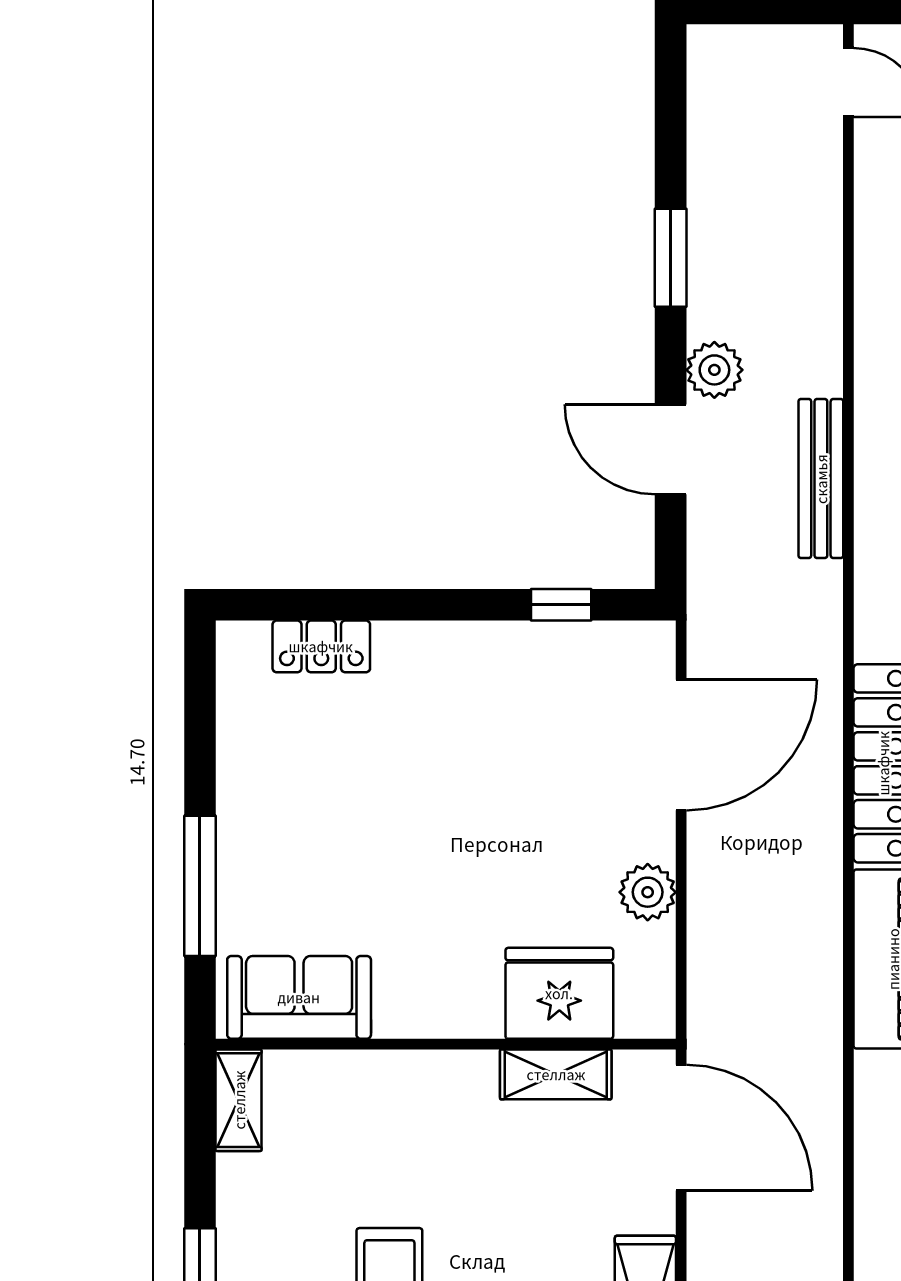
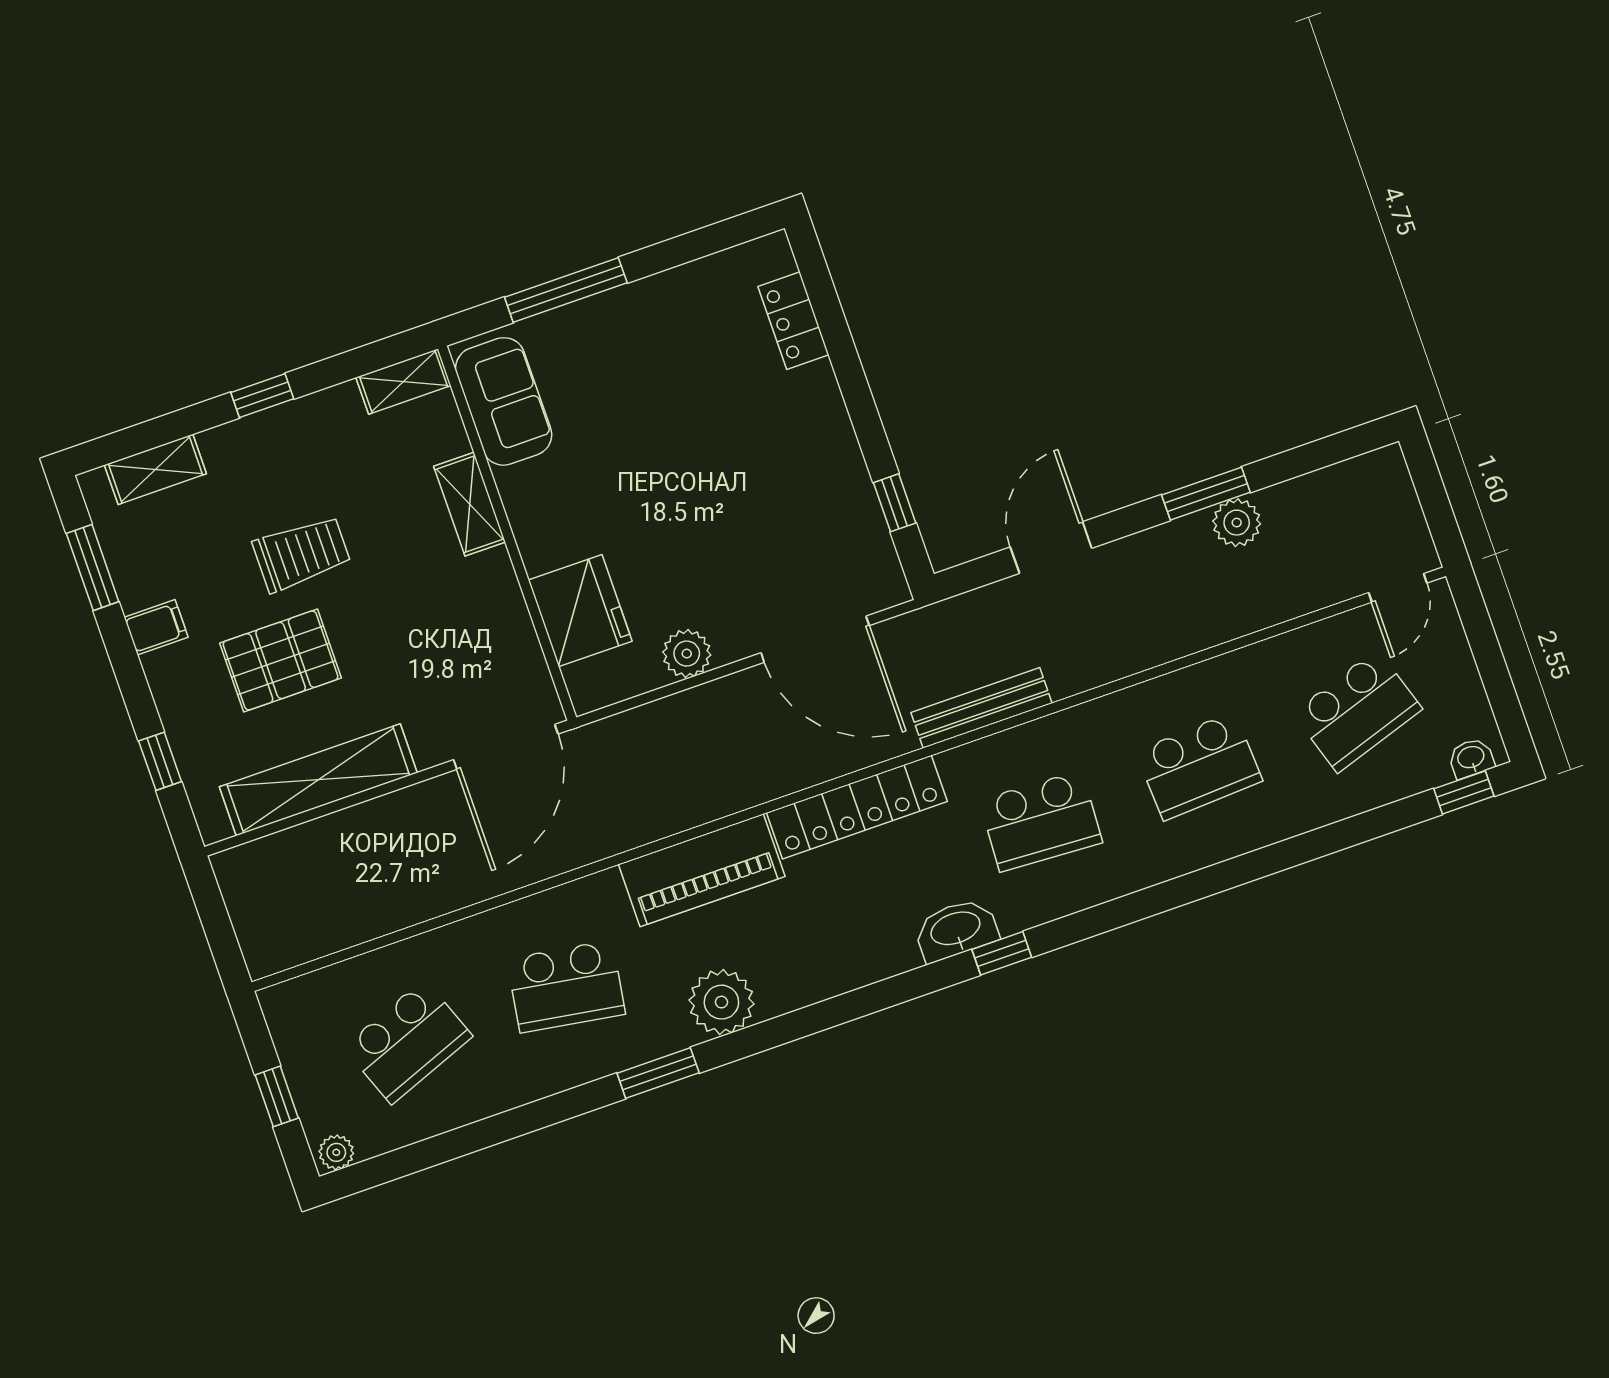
plant: (714, 370) -> (1237, 523), moved
bench: (821, 479) -> (982, 708), moved
shelving: (556, 1074) -> (470, 504), moved

